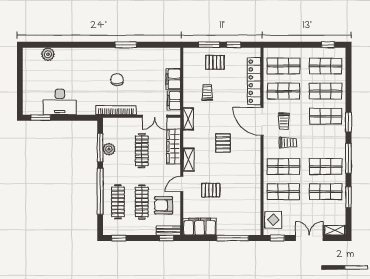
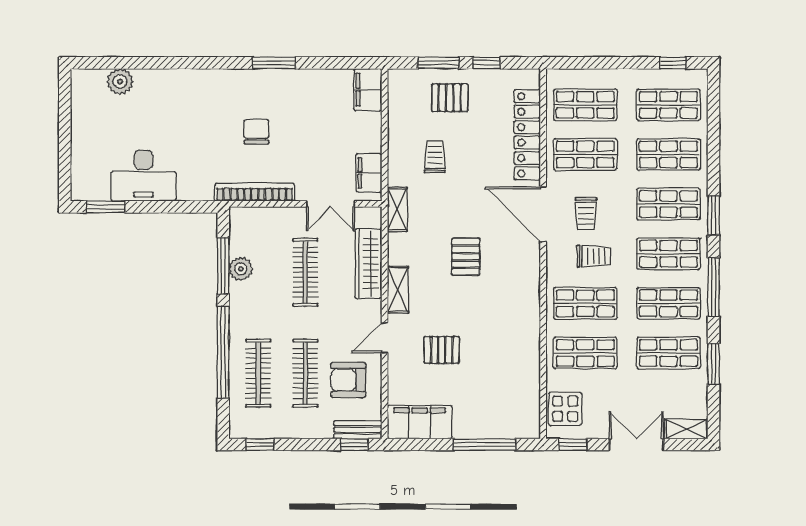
filing cabinet: (173, 79) -> (368, 90), moved
shop shelf: (326, 141) -> (668, 254), added

